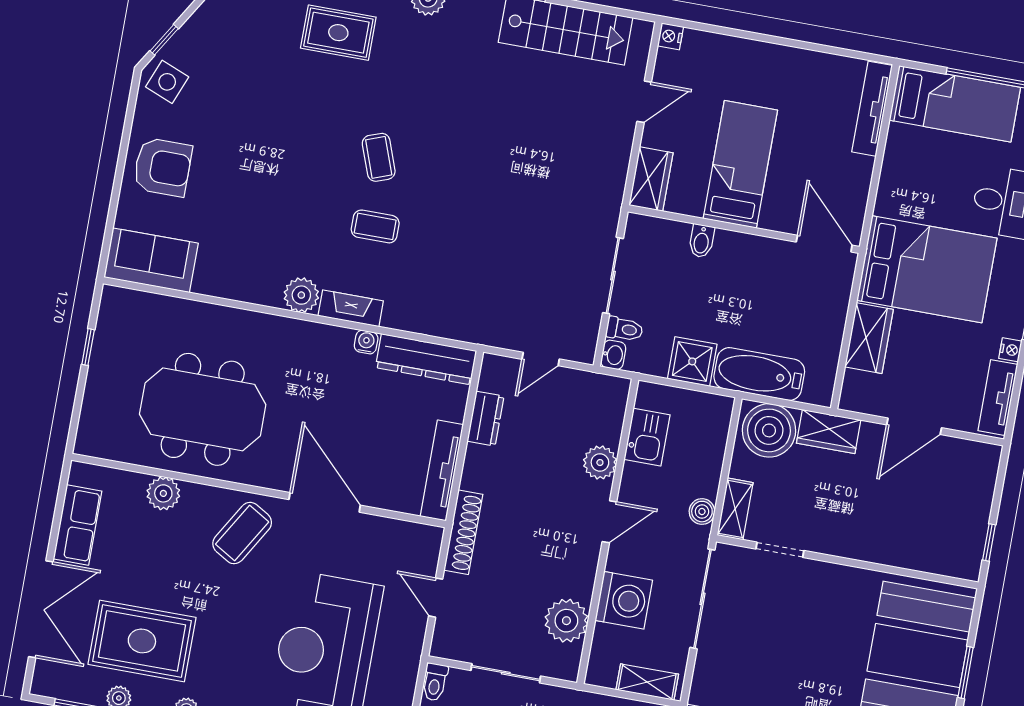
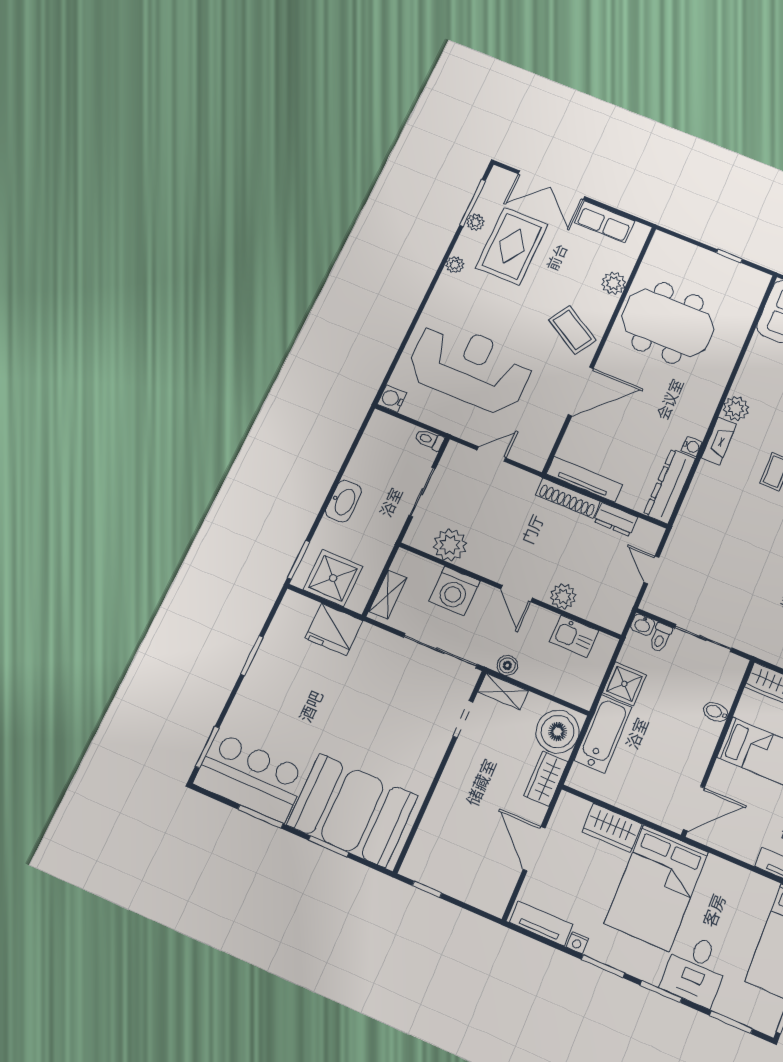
meeting table: (203, 409) -> (668, 323), turned 90
shoe rack: (463, 532) -> (568, 498), moved

